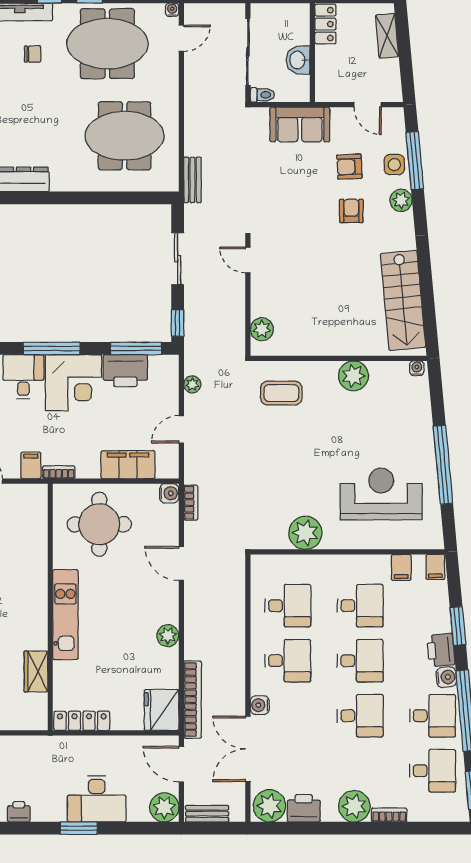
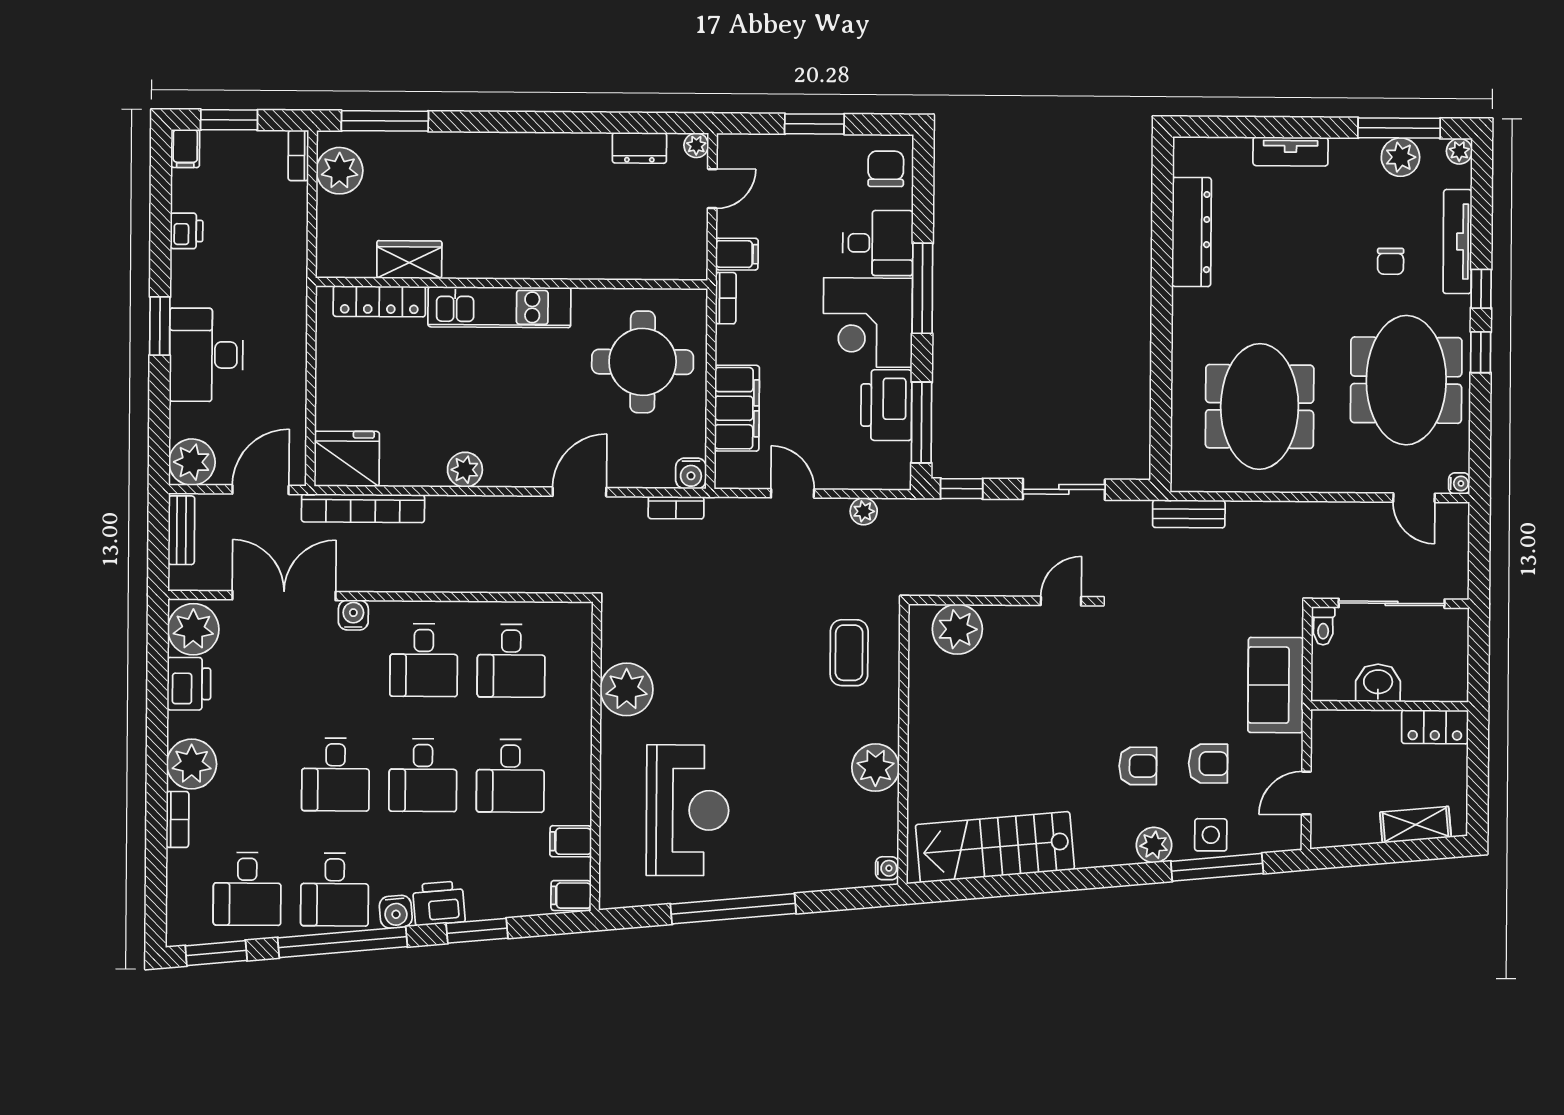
armchair: (349, 167) -> (1208, 763), turned 93
plant: (262, 329) -> (957, 629), width x1.36, depth x1.36
locker: (82, 721) -> (379, 301), moved, turned 90

